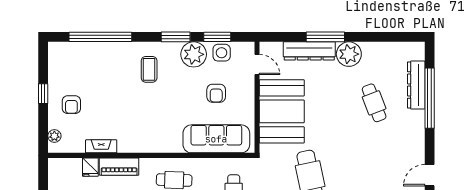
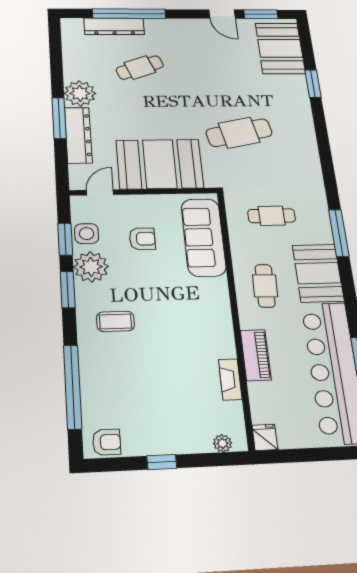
armchair: (71, 105) -> (107, 442), moved
fridge: (90, 167) -> (265, 437), moved, turned -90

